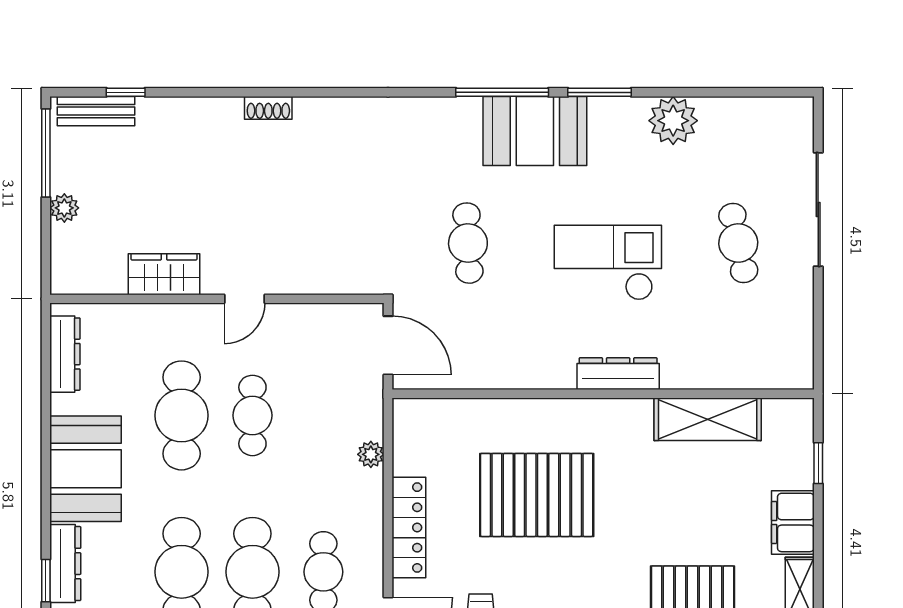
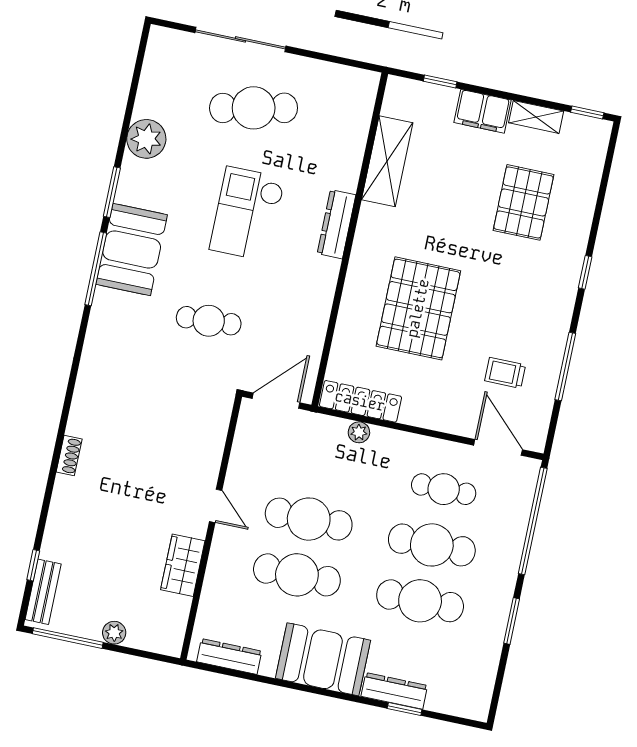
cafe table: (738, 243) -> (254, 108), width x1.37, depth x1.35
cafe table: (252, 415) -> (309, 519), width x1.37, depth x1.35
locker: (409, 528) -> (360, 401), moved

